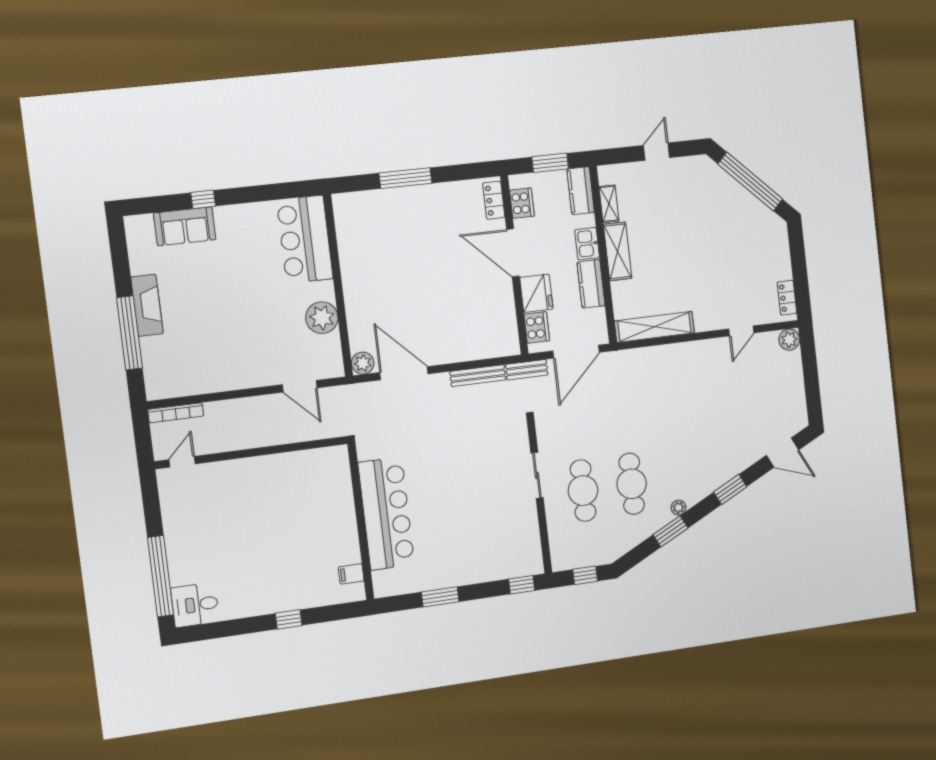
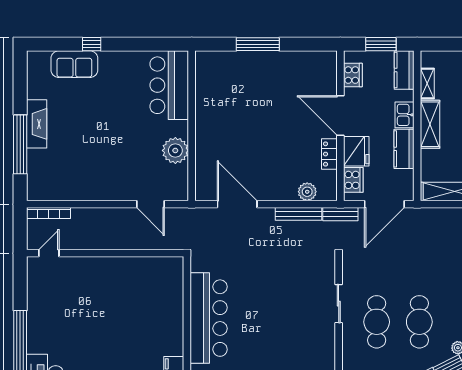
locker: (494, 200) -> (329, 154), moved
plant: (363, 363) -> (307, 192), moved

